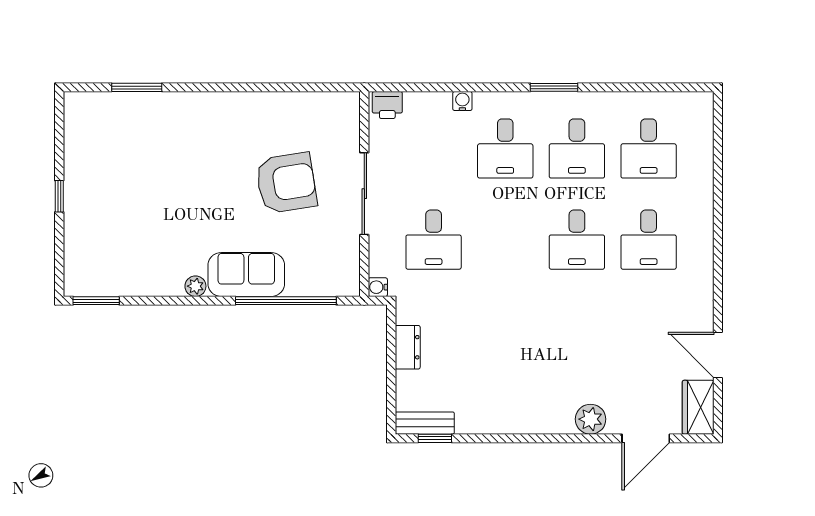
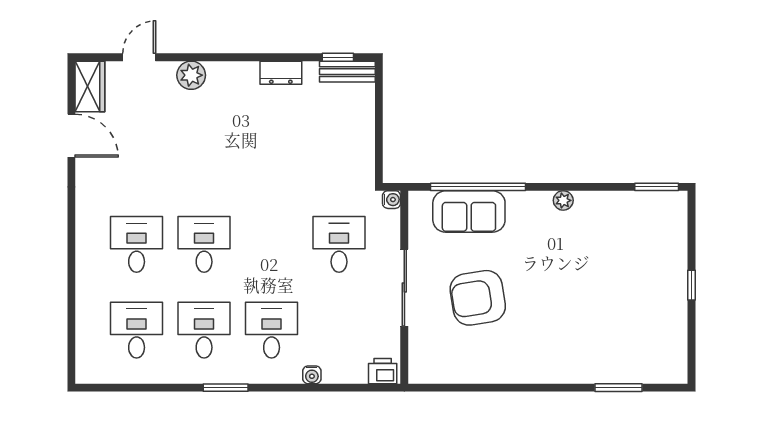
sofa: (246, 275) -> (469, 211), moved
dresser: (408, 347) -> (281, 73), moved, turned -90
door: (646, 438) -> (139, 57), width x0.73

